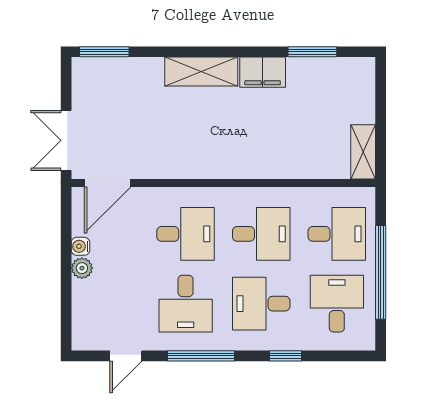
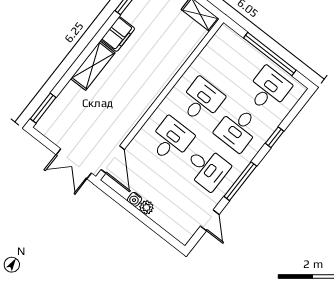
desk: (337, 234) -> (232, 61), removed
desk: (337, 304) -> (268, 89), turned 90

